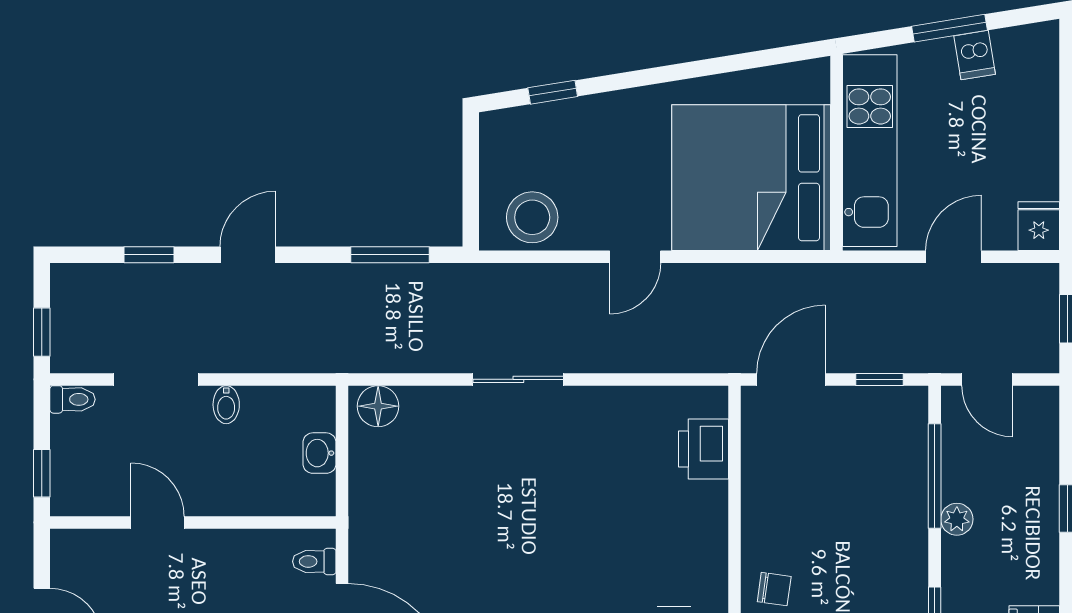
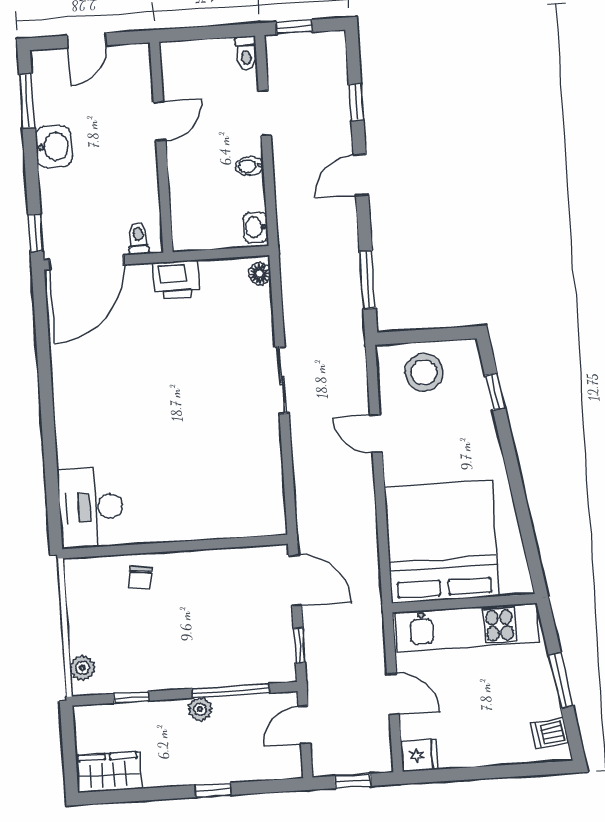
dishwasher: (975, 55) -> (550, 733), moved
stool: (532, 217) -> (424, 372), moved
door: (248, 255) -> (361, 175), swing flipped
door: (635, 257) -> (376, 434), moved
doorway: (156, 379) -> (265, 113), width x0.73
floor lamp: (378, 406) -> (260, 274), width x0.73, depth x0.73
printer: (703, 449) -> (176, 279), moved, turned 180
washbasin: (319, 453) -> (255, 227), moved, turned -90
window: (42, 473) -> (190, 34), removed

